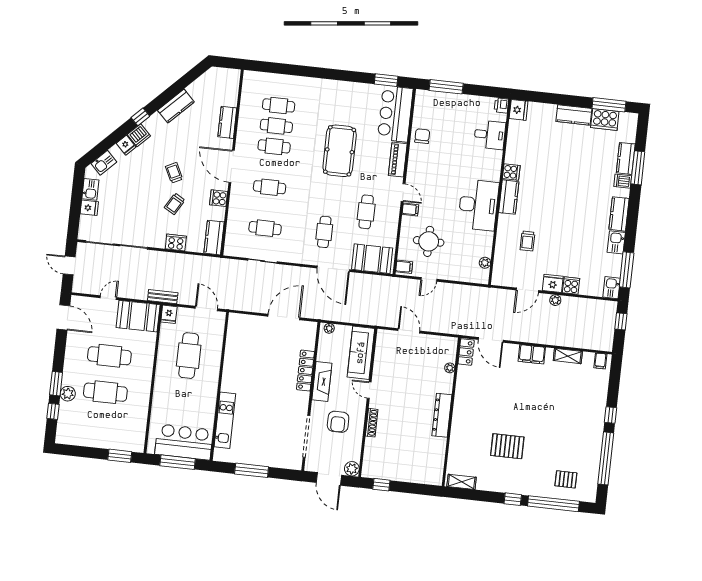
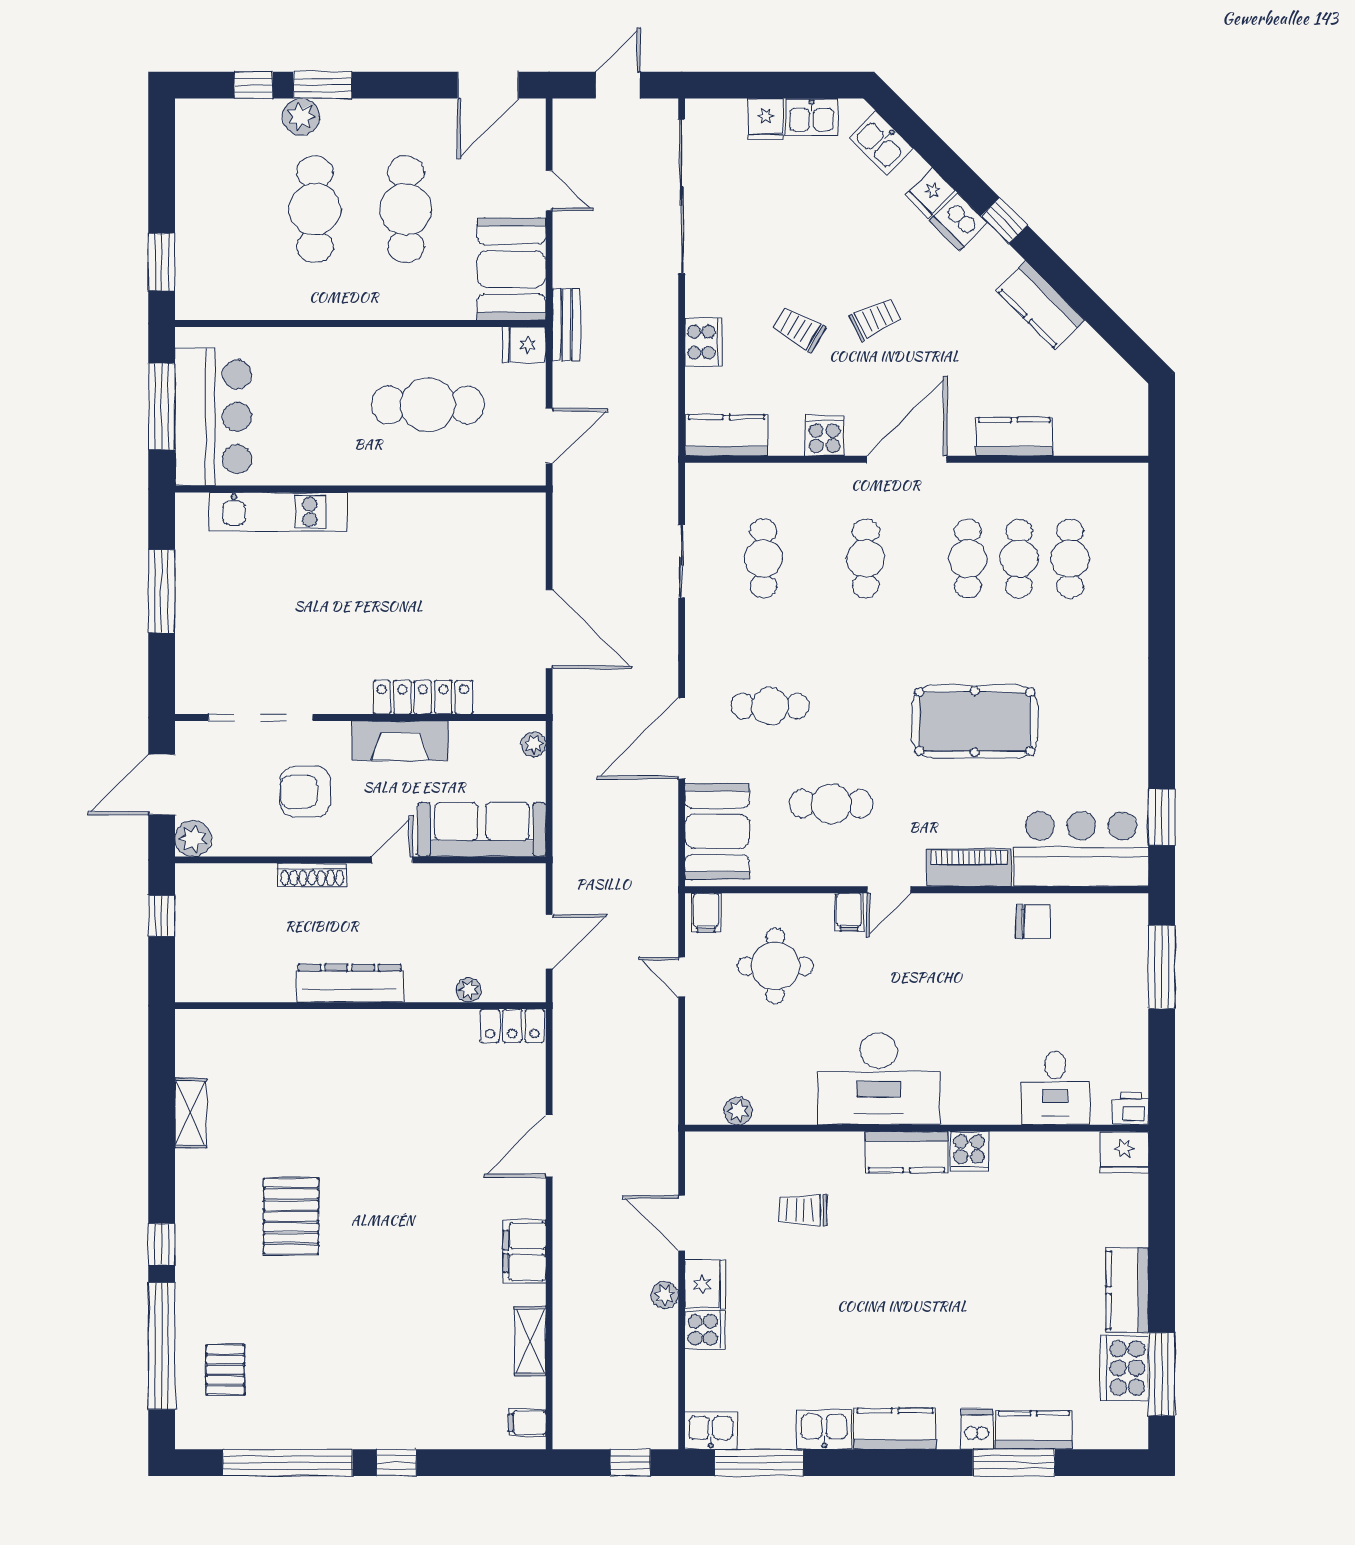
locker: (466, 352) -> (512, 1026), moved
plant: (450, 368) -> (469, 990), moved
wall: (451, 412) -> (360, 1006), moved
dresser: (442, 415) -> (350, 983), moved

